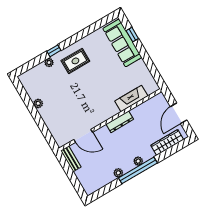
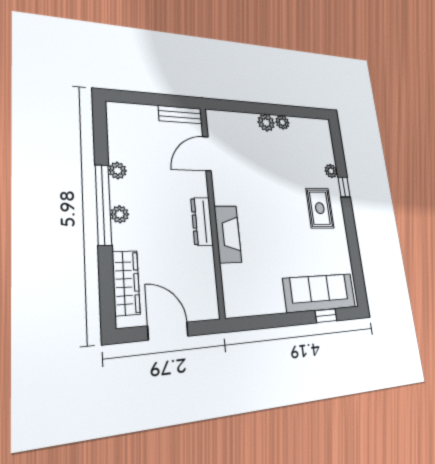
fireplace: (131, 98) -> (228, 234), moved
plant: (45, 113) -> (266, 123), added

